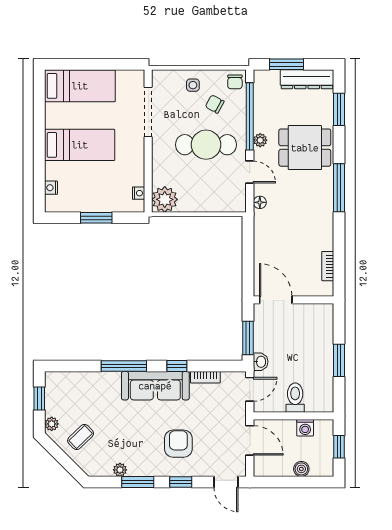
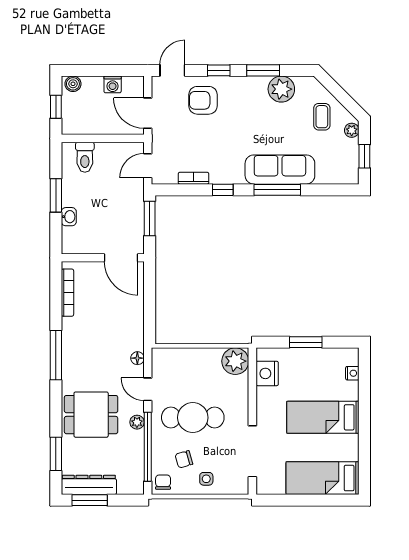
window: (286, 64) -> (90, 500), moved
chair: (215, 104) -> (184, 459), turned 135
window: (339, 188) -> (56, 355), moved
nightstand: (139, 193) -> (267, 373), width x1.89, depth x1.79
bookcase: (328, 266) -> (67, 293), width x1.56
washbasin: (261, 362) -> (69, 217), moved, turned 180
sofa: (155, 386) -> (280, 170), moved
toilet: (295, 398) -> (85, 157), moved
washing machine: (305, 428) -> (113, 84), moved, turned 180
coffee table: (81, 437) -> (322, 117), turned -46
armchair: (178, 444) -> (203, 100), moved, turned 90
boiler: (301, 469) -> (73, 84), moved
plant: (120, 470) -> (281, 89), width x1.87, depth x1.87
door: (226, 482) -> (172, 70), hinge flipped

